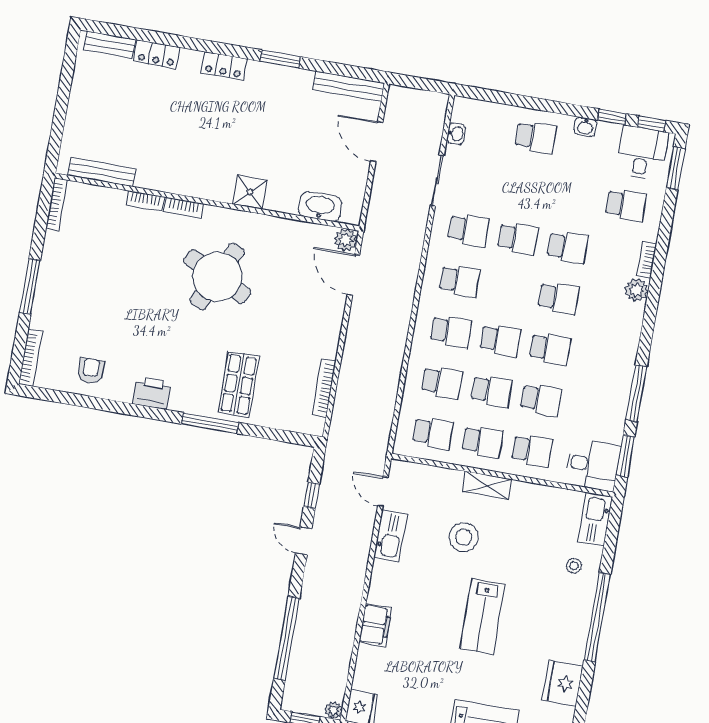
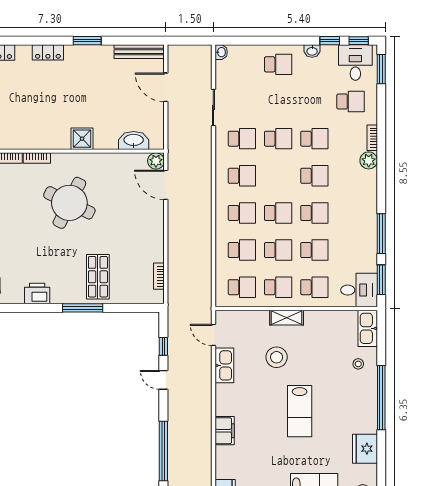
washbasin: (456, 134) -> (221, 52), moved
bookcase: (324, 388) -> (159, 276), width x0.64

